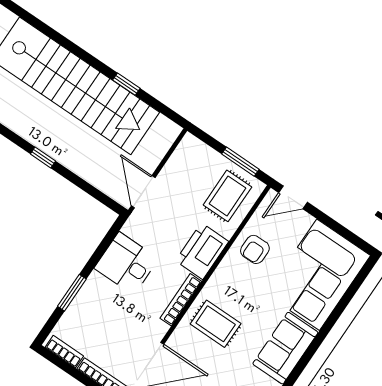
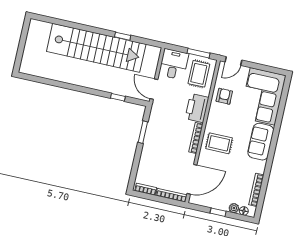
window: (43, 157) -> (118, 97), moved
armchair: (255, 249) -> (224, 96), turned 180
desk: (126, 263) -> (174, 64), moved, turned 90
window: (72, 293) -> (143, 132), moved

